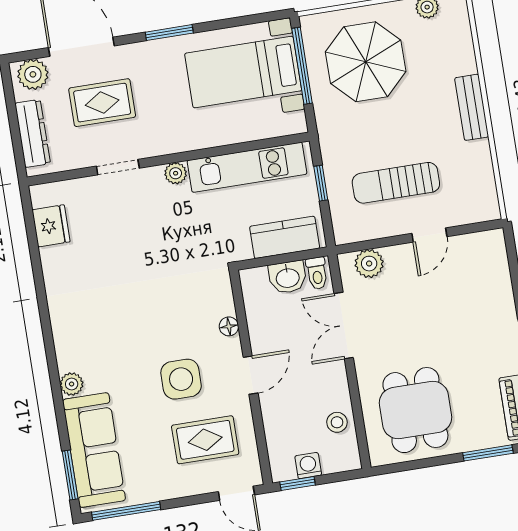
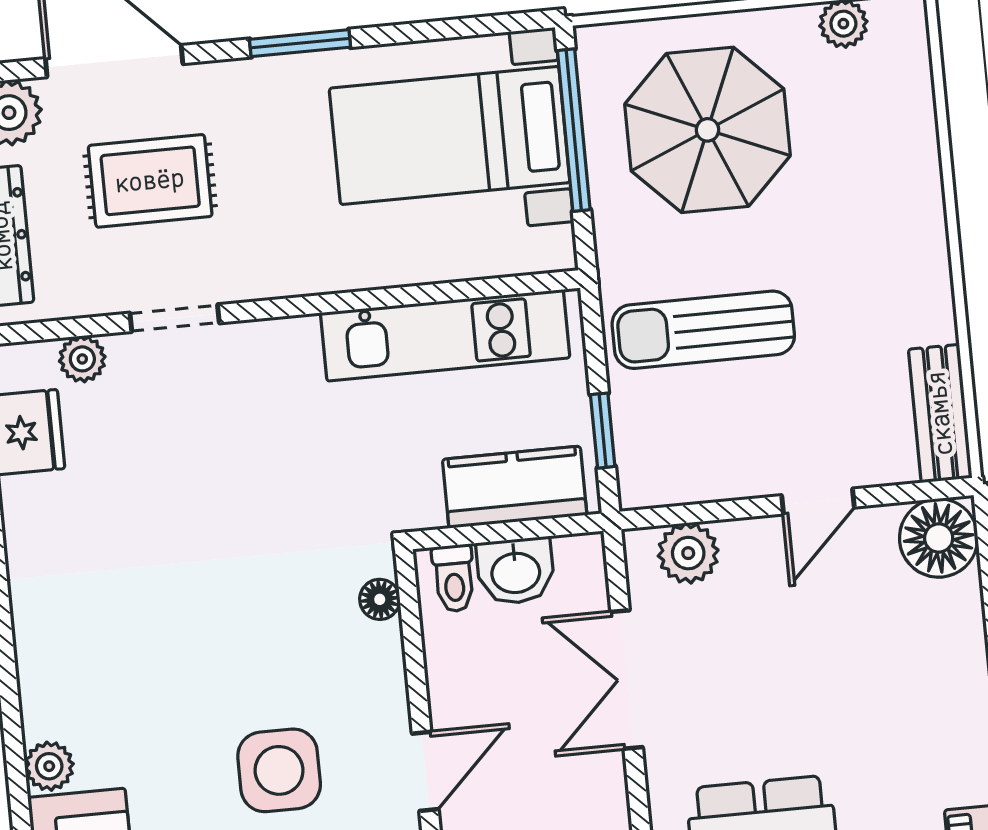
bench: (472, 107) -> (940, 413), moved
plant: (176, 173) -> (82, 359), moved
window: (321, 183) -> (603, 431), moved
sun lounger: (396, 183) -> (703, 330), moved
floor lamp: (488, 249) -> (939, 538), added
toilet: (317, 273) -> (454, 578), moved
floor lamp: (229, 326) -> (380, 599), moved

